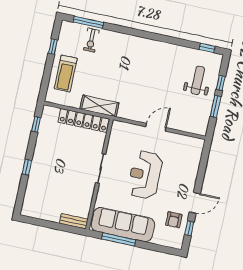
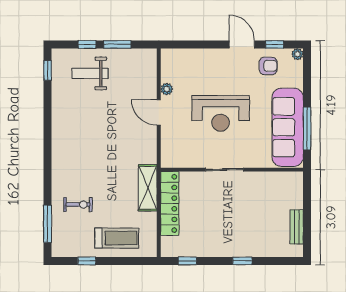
exercise bike: (91, 40) -> (78, 205), moved
plant: (173, 137) -> (167, 89), added
bench: (74, 221) -> (297, 227), moved
plant: (178, 244) -> (297, 54), added

